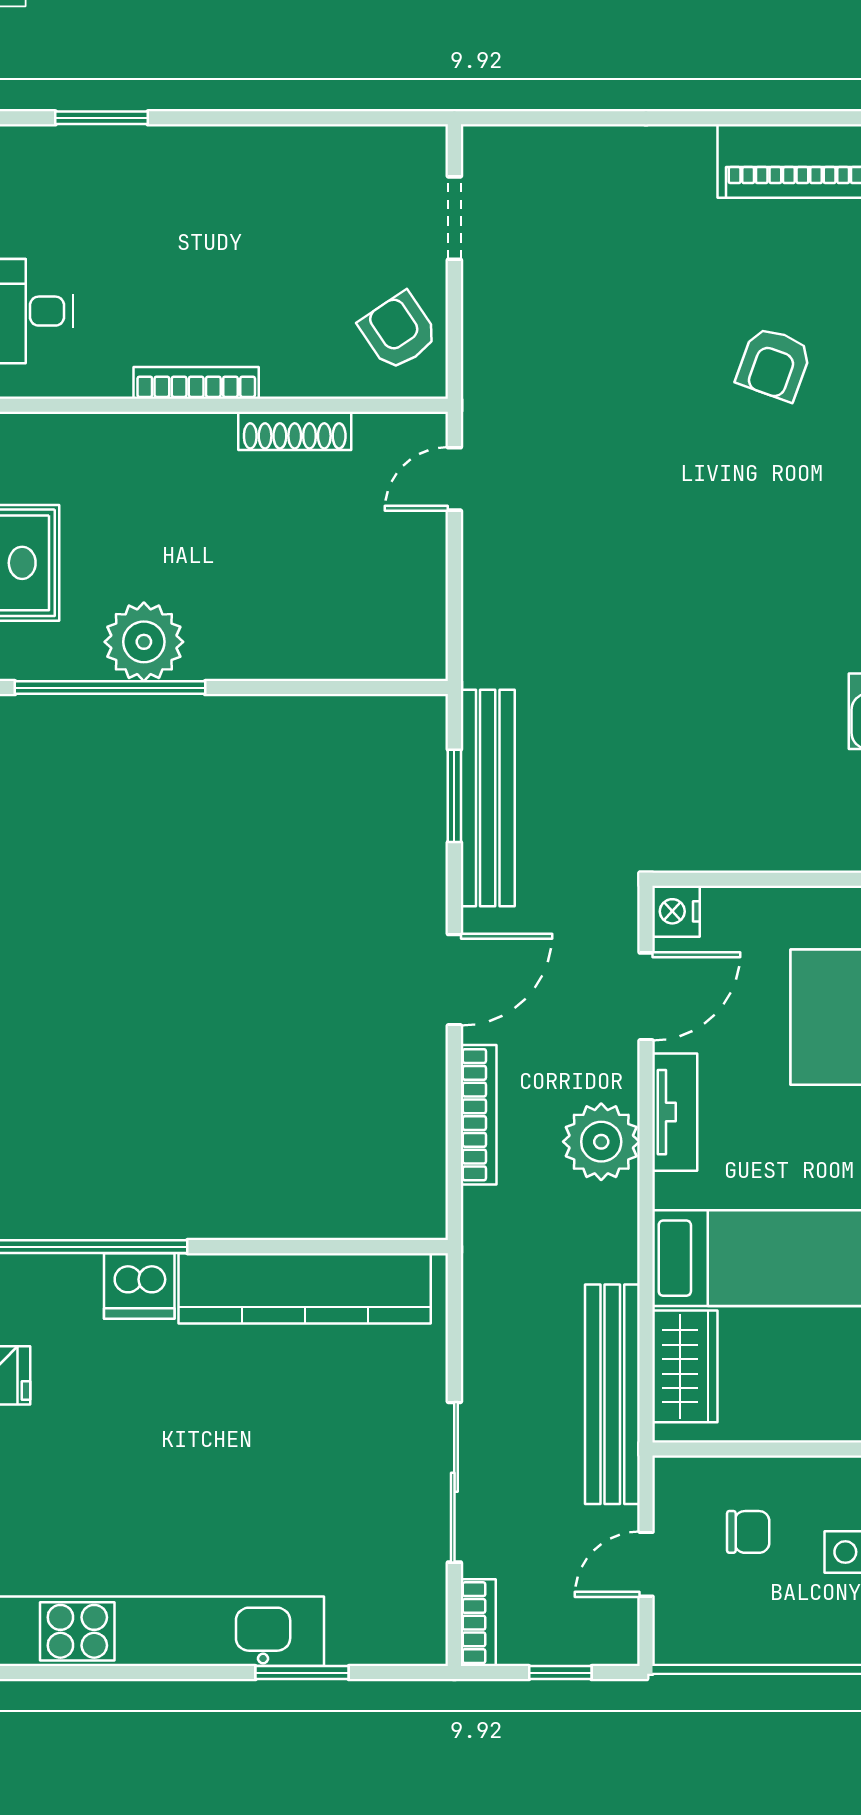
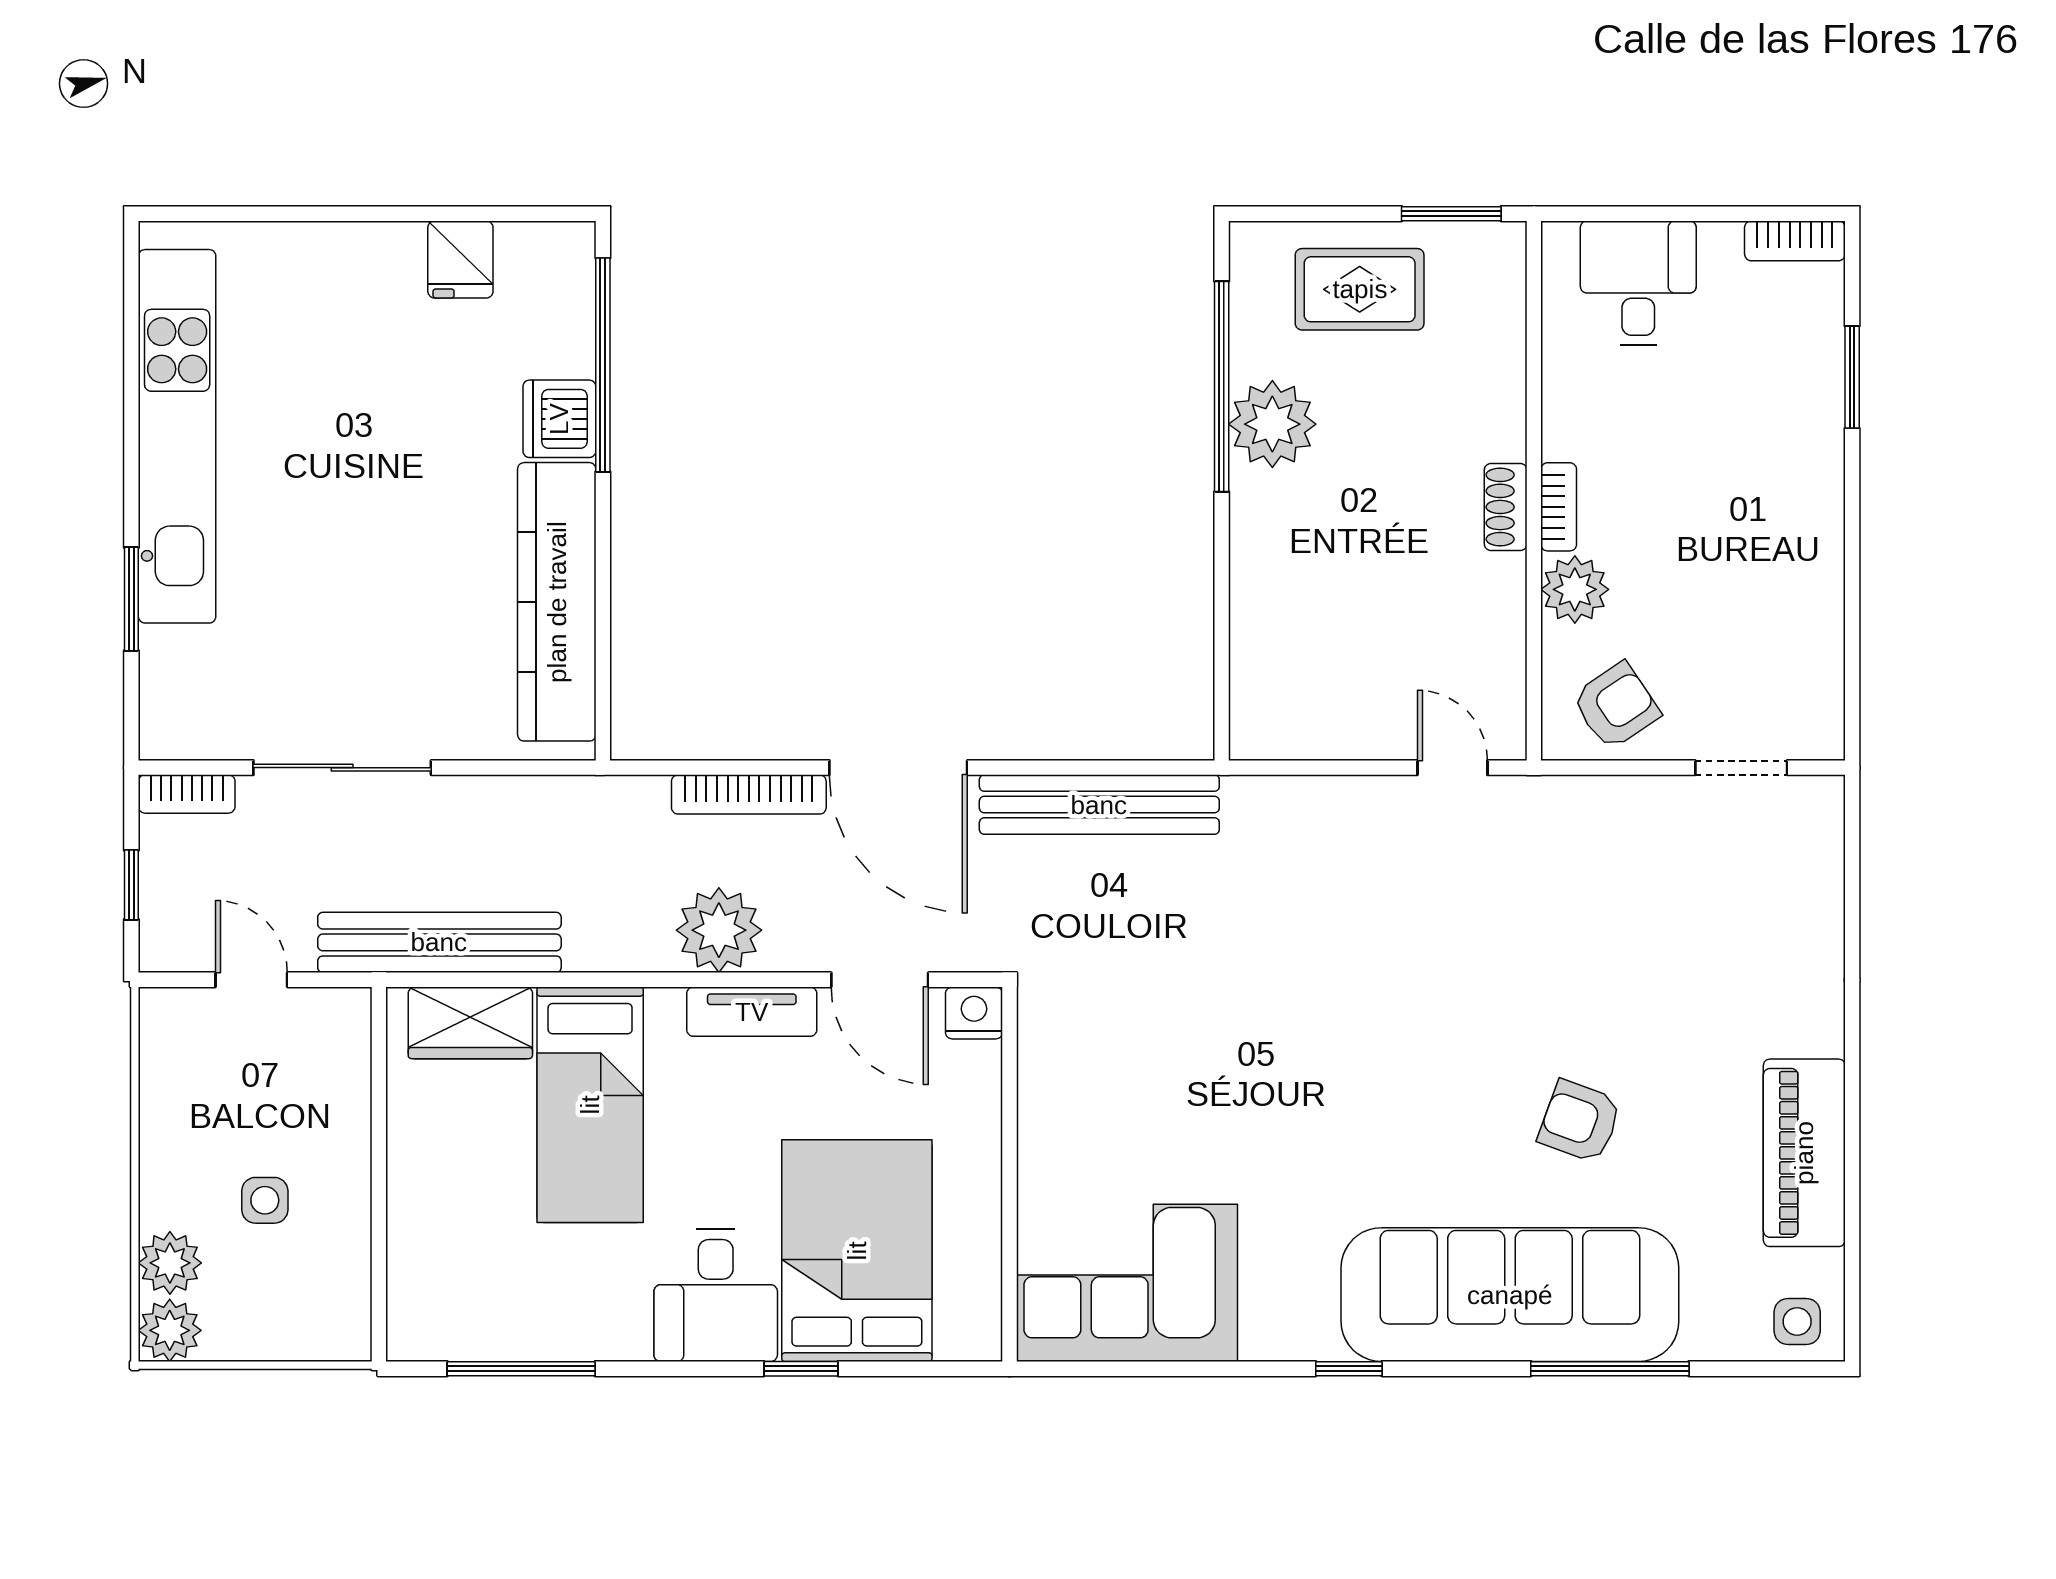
plant: (293, 368) -> (1575, 589), added
bookcase: (196, 383) -> (1559, 507), width x0.64
shoe rack: (295, 431) -> (1506, 507), moved, width x0.70
window: (454, 796) -> (1102, 768), removed
door: (454, 980) -> (898, 768), width x1.36
chair: (748, 1532) -> (287, 1093), removed

